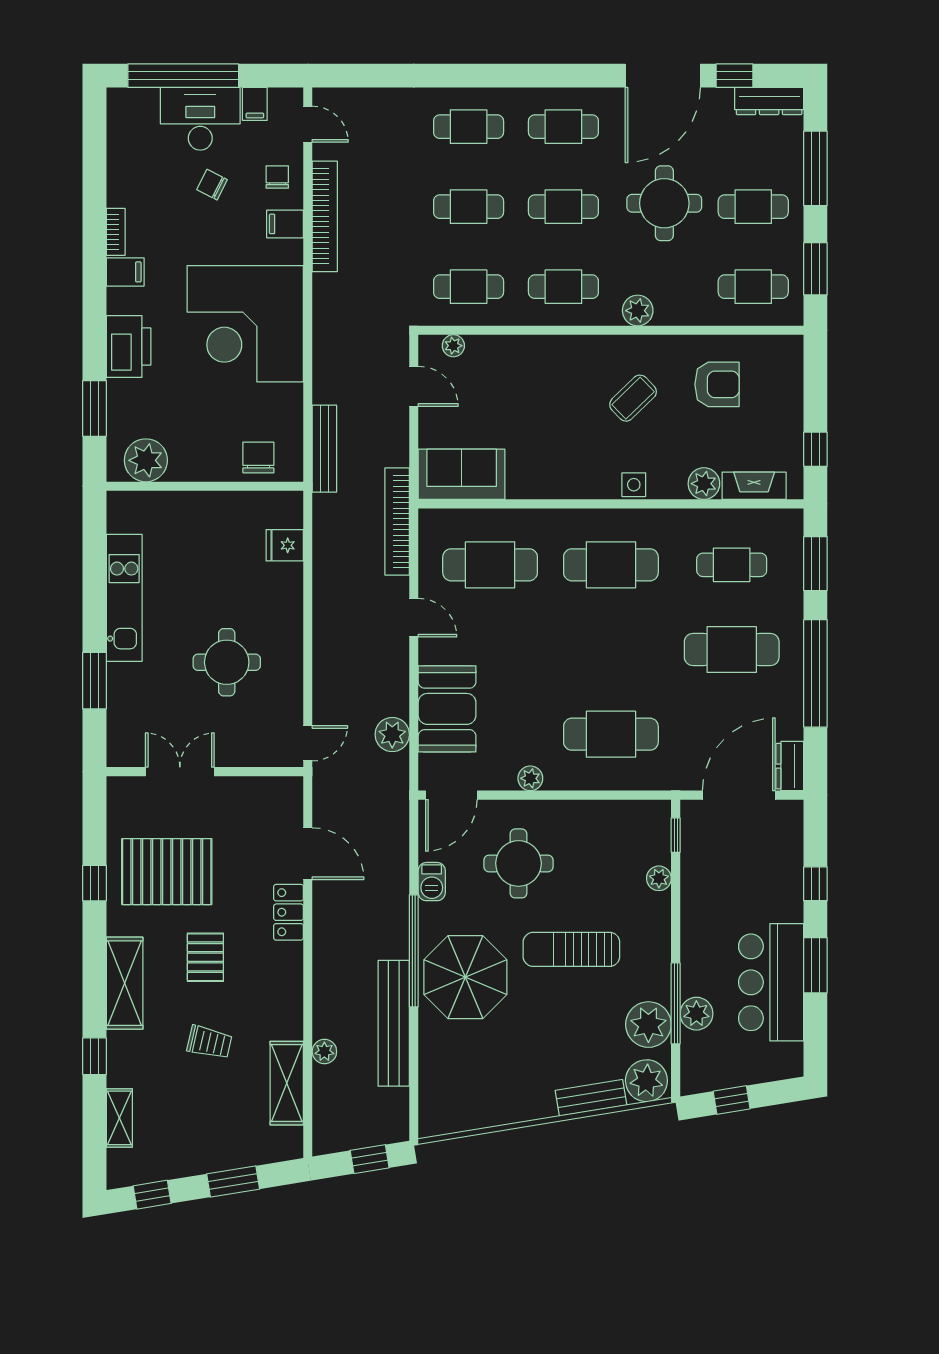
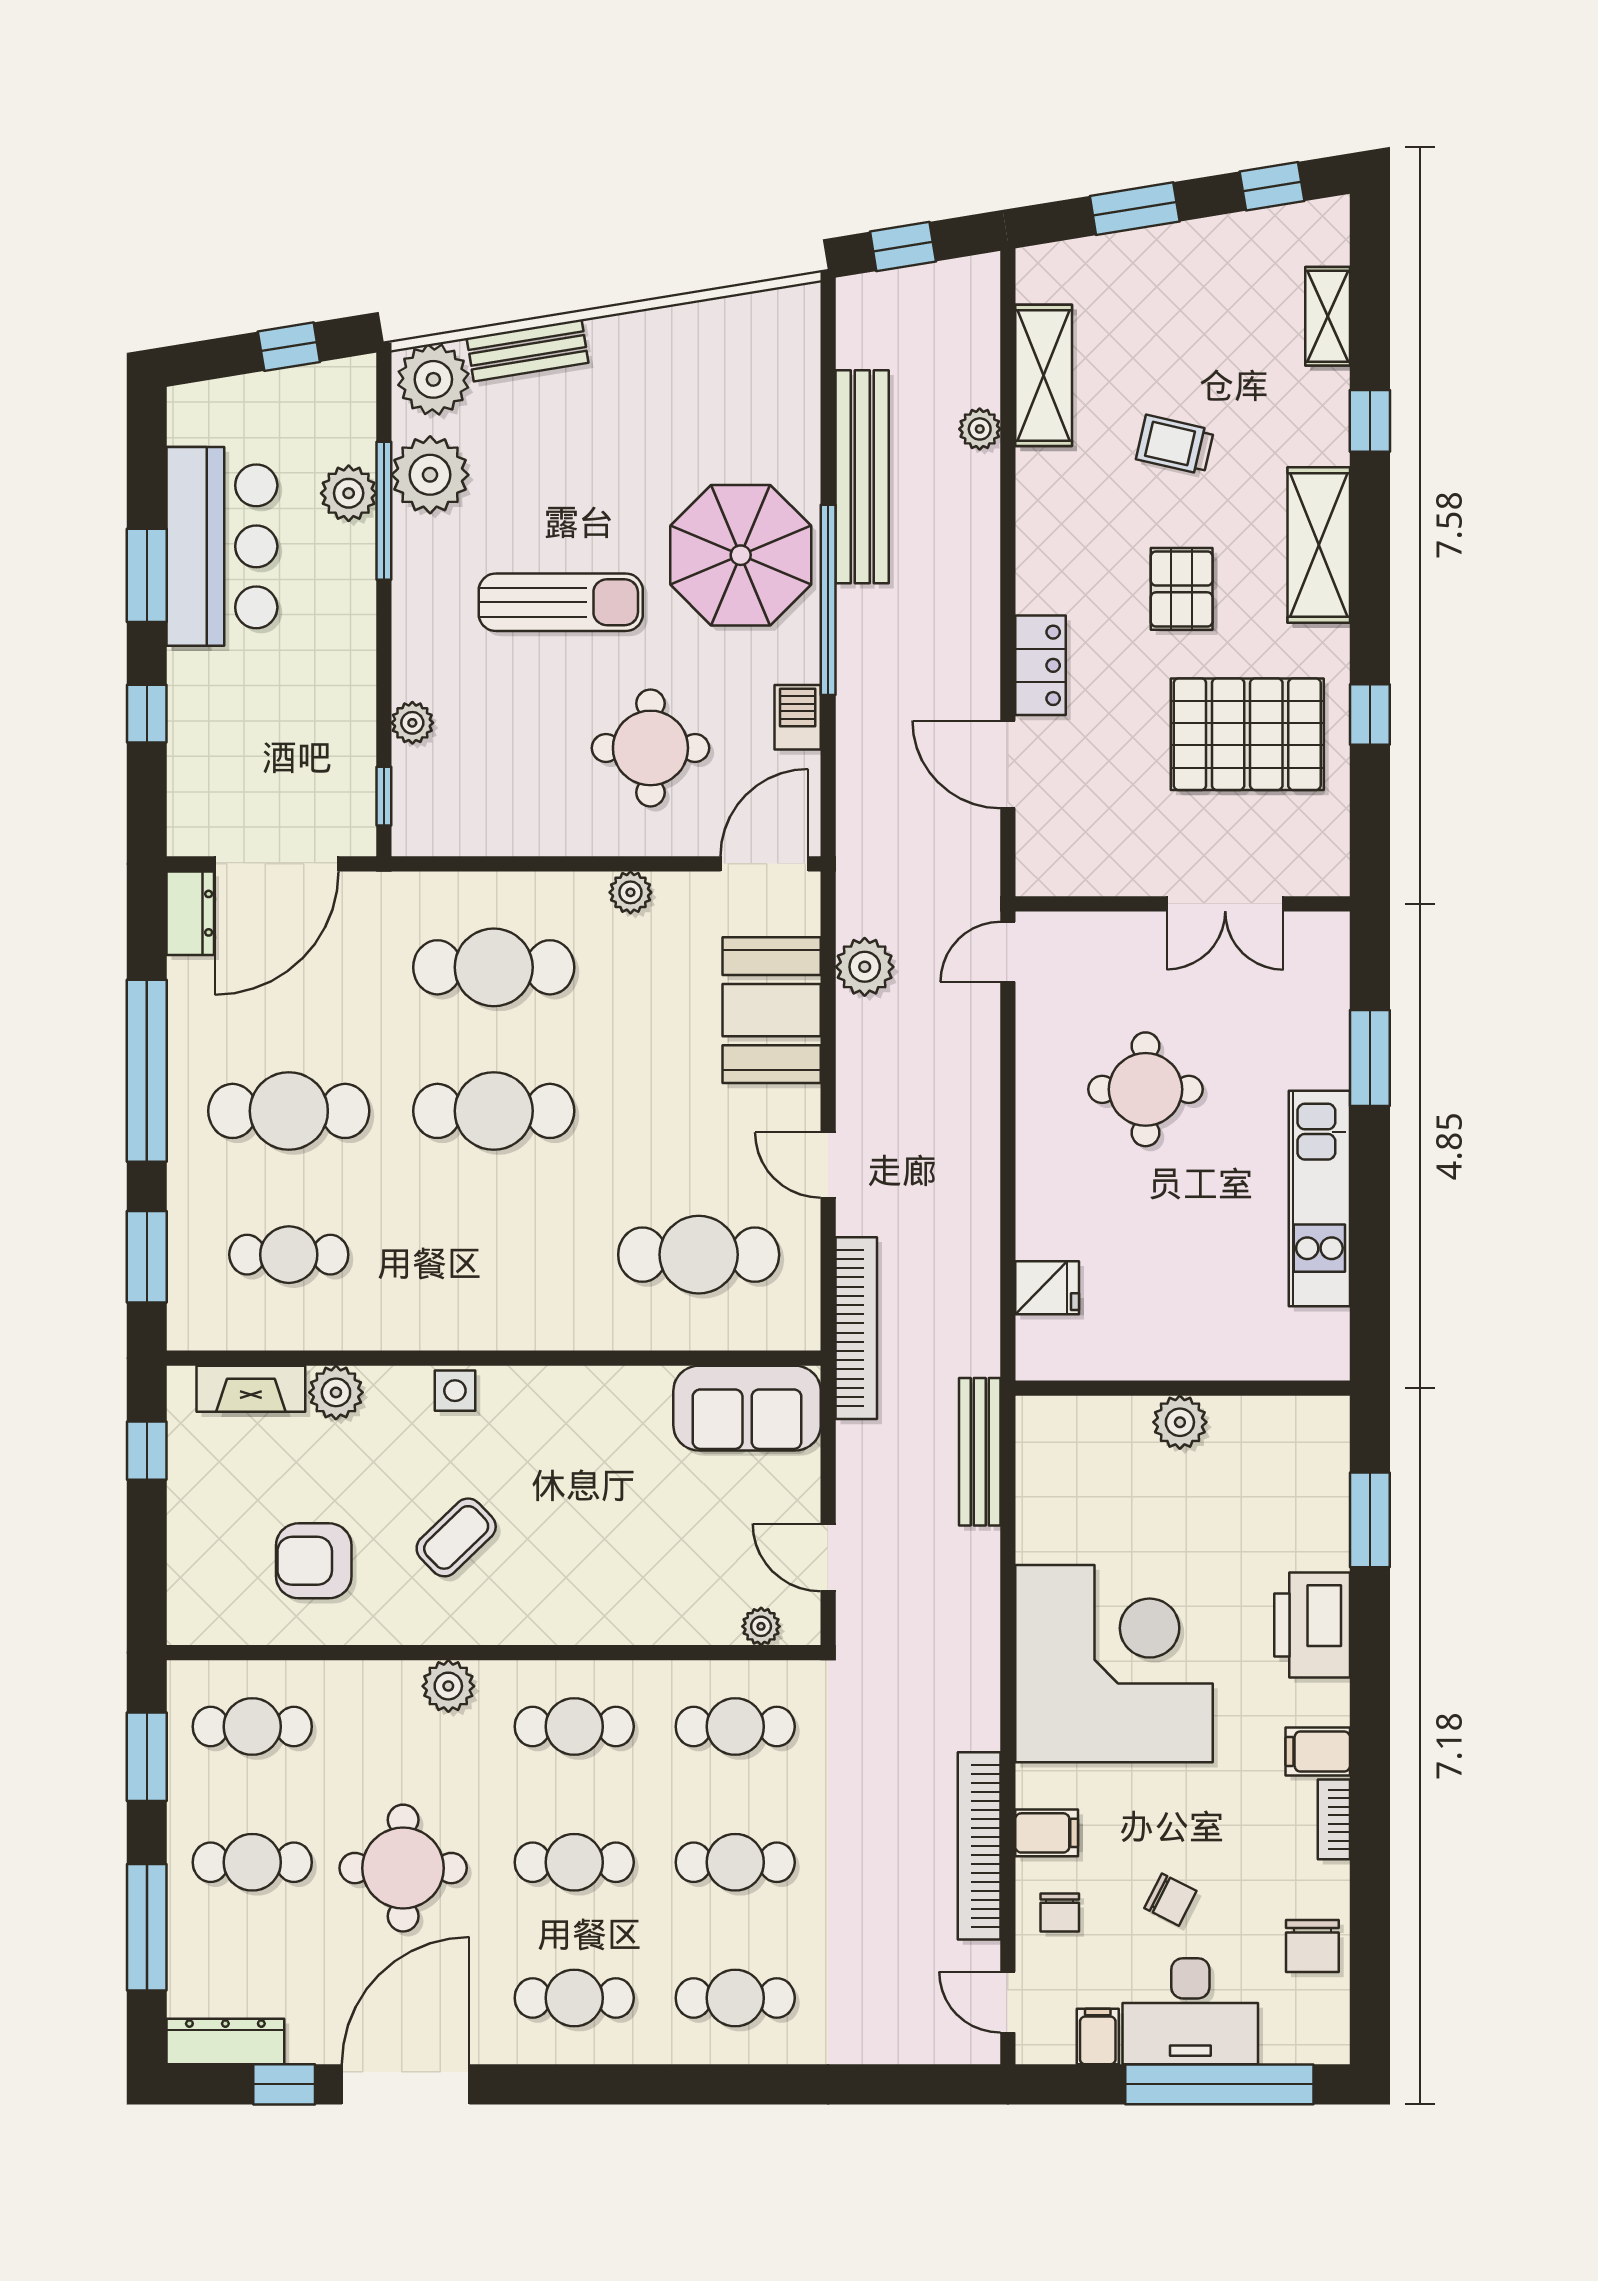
chair: (258, 457) -> (1312, 1946), moved
plant: (146, 460) -> (1180, 1422), moved, width x0.73, depth x0.73
cafe table: (611, 565) -> (494, 1111), moved

